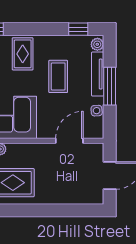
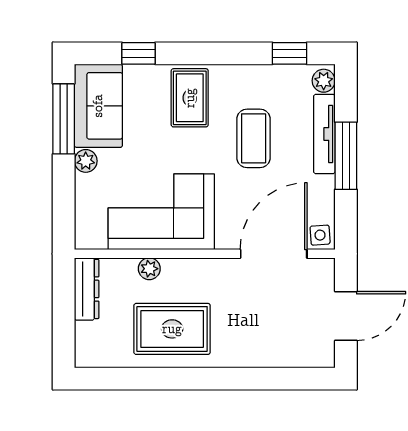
side table: (97, 111) -> (320, 235), moved
door: (69, 141) -> (274, 254), width x1.36

